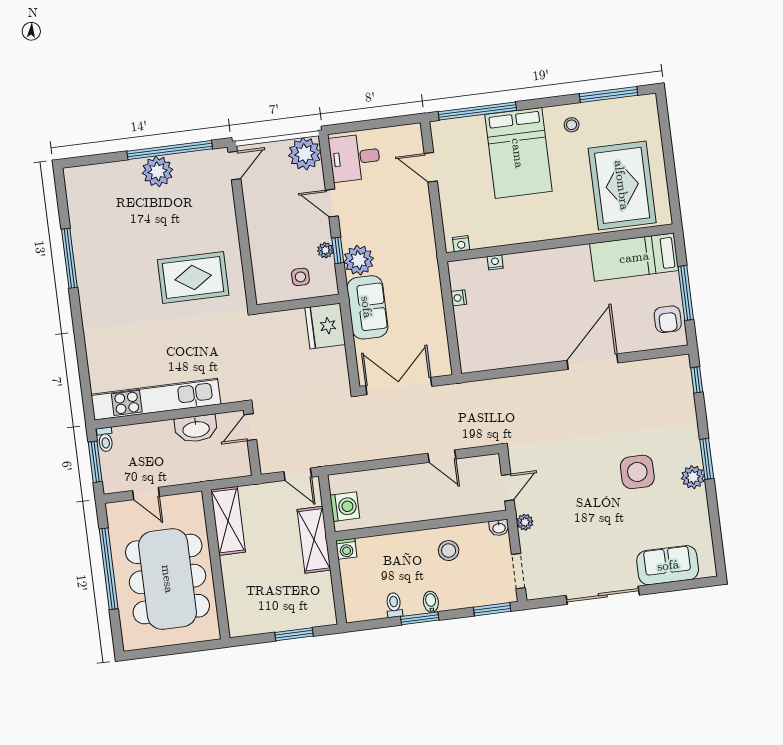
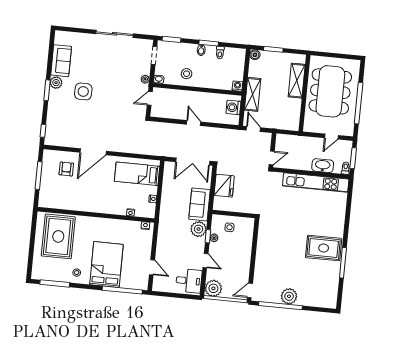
bed: (634, 257) -> (137, 174), moved, turned 180
rug: (193, 278) -> (324, 248), moved
armchair: (668, 319) -> (66, 169), moved
fridge: (325, 326) -> (224, 186), moved
washbasin: (196, 429) -> (323, 166), moved
door: (442, 456) -> (194, 123), moved
door: (146, 493) -> (331, 137), swing flipped
shelving: (228, 521) -> (297, 81), moved
sofa: (668, 565) -> (61, 61), moved, turned -90
boiler: (327, 616) -> (255, 55), added

